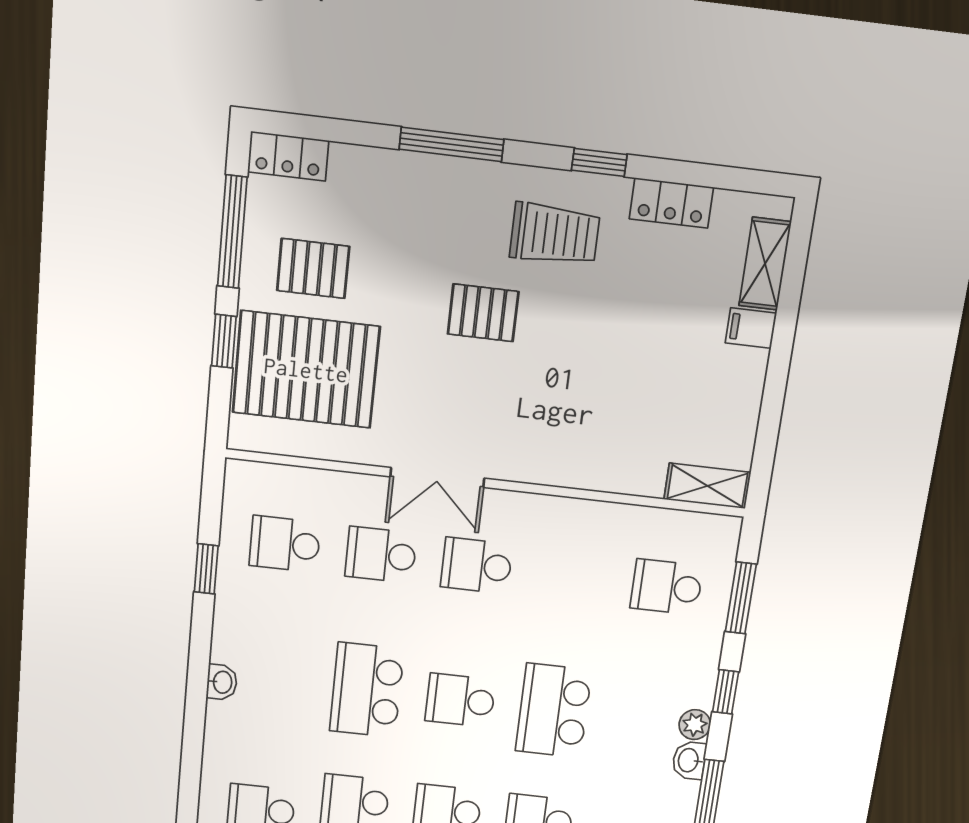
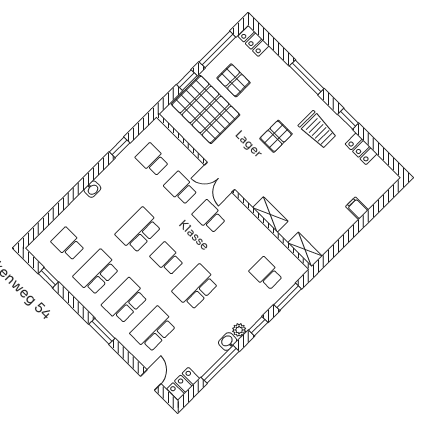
shelving: (765, 264) -> (270, 214), moved, turned 90
pallet: (483, 313) -> (276, 136), turned 90

